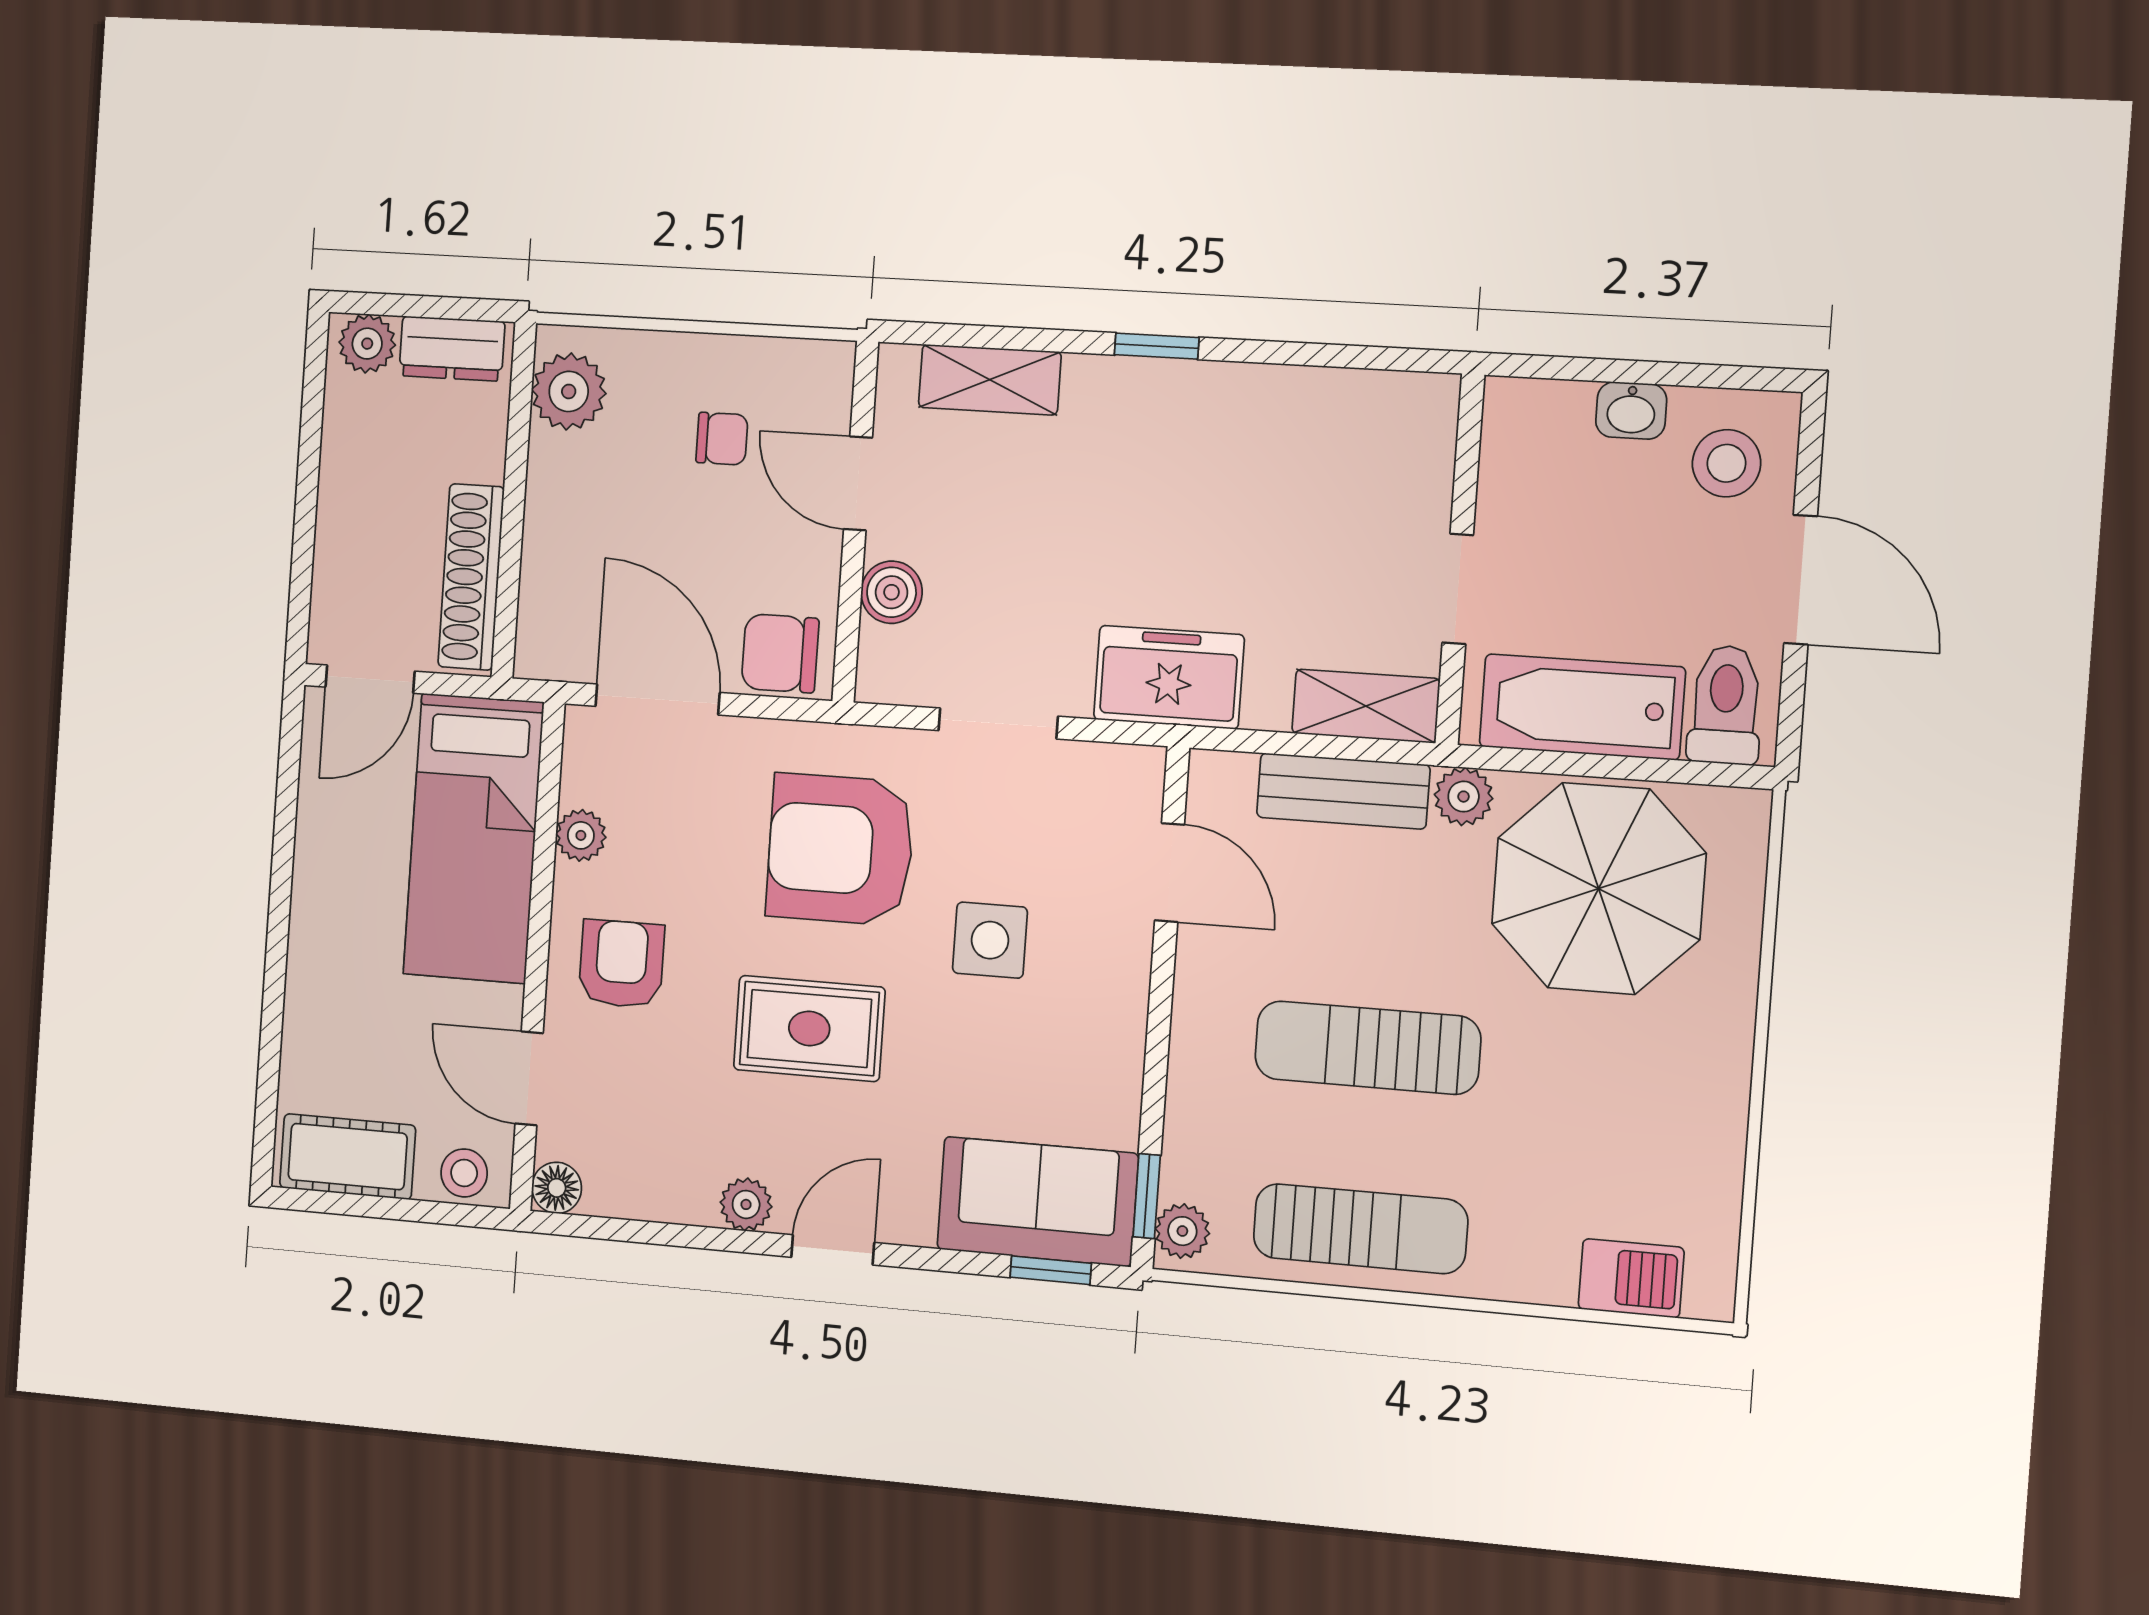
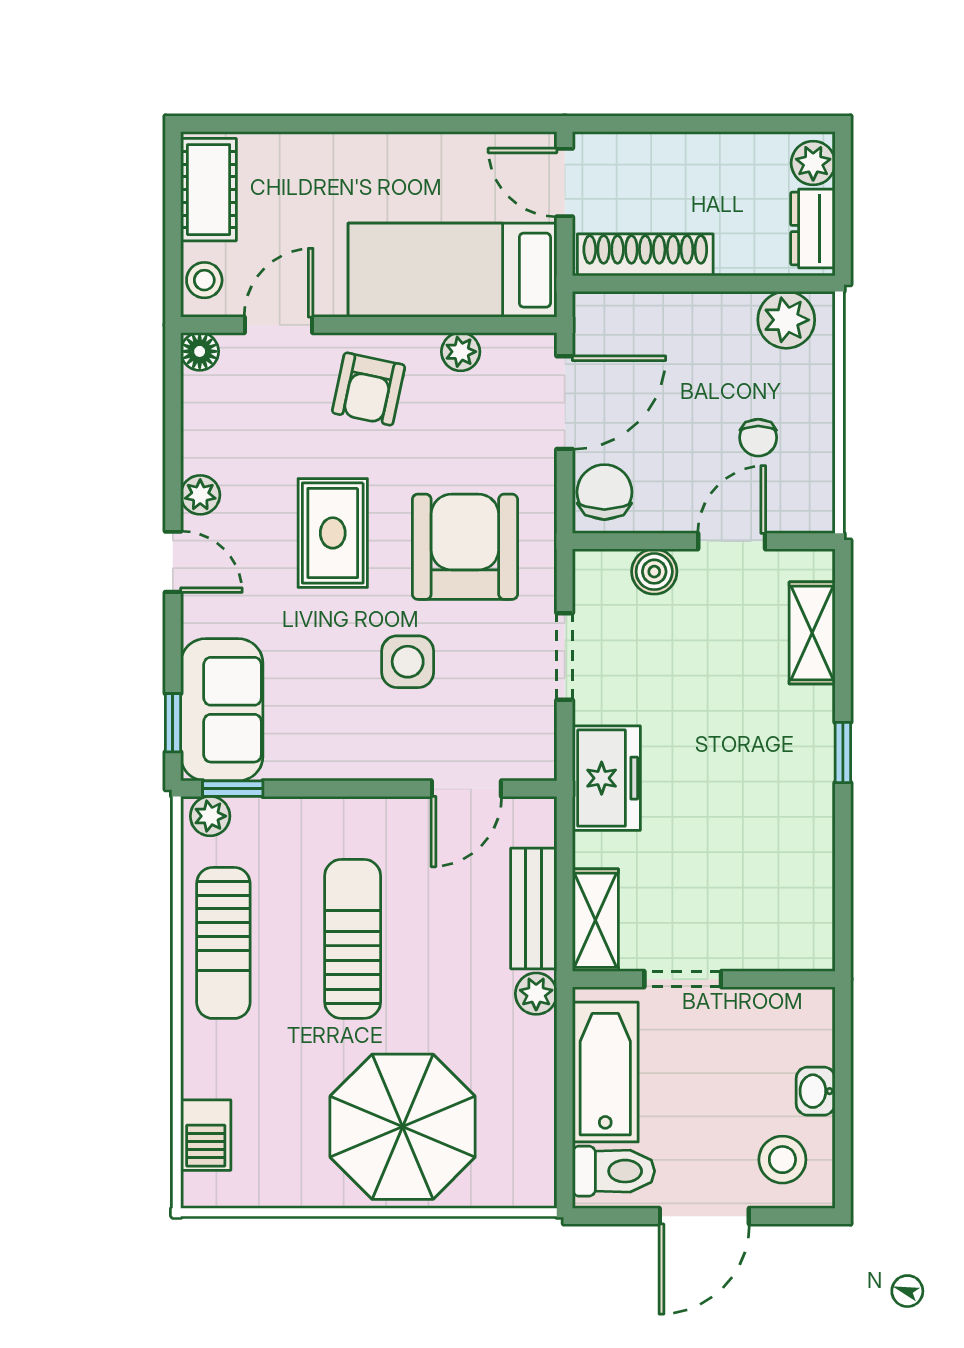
parasol: (1599, 889) -> (403, 1127), moved
armchair: (621, 964) -> (369, 389), turned 102

